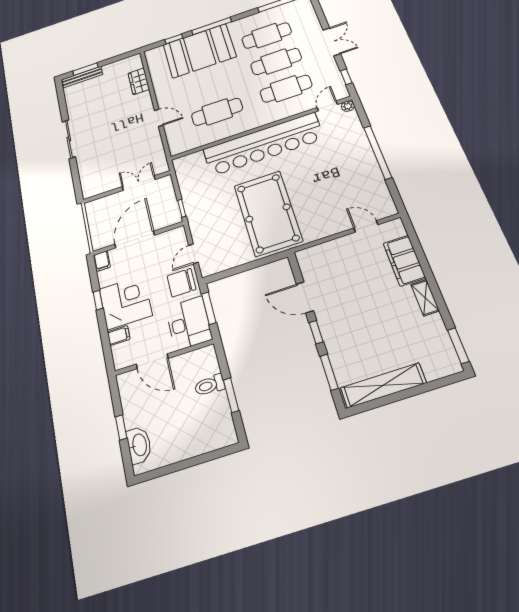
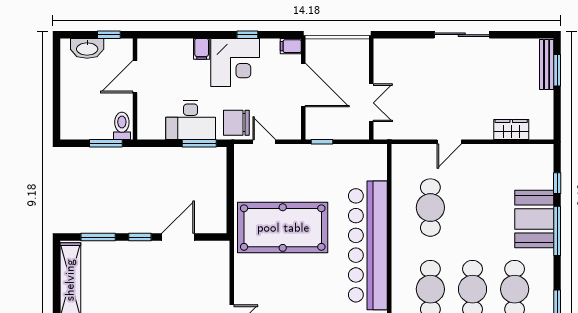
booth: (199, 51) -> (534, 219), width x0.73, depth x0.70
chair: (181, 283) -> (236, 123), turned -90
wall: (164, 357) -> (135, 89), moved
door: (152, 361) -> (135, 77), moved

